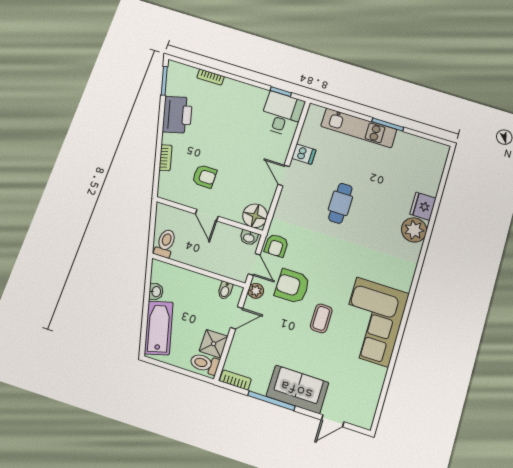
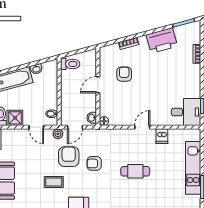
armchair: (204, 176) -> (124, 74), turned 180
floor lamp: (255, 216) -> (104, 121), width x0.53, depth x0.53
armchair: (276, 245) -> (94, 163), moved

